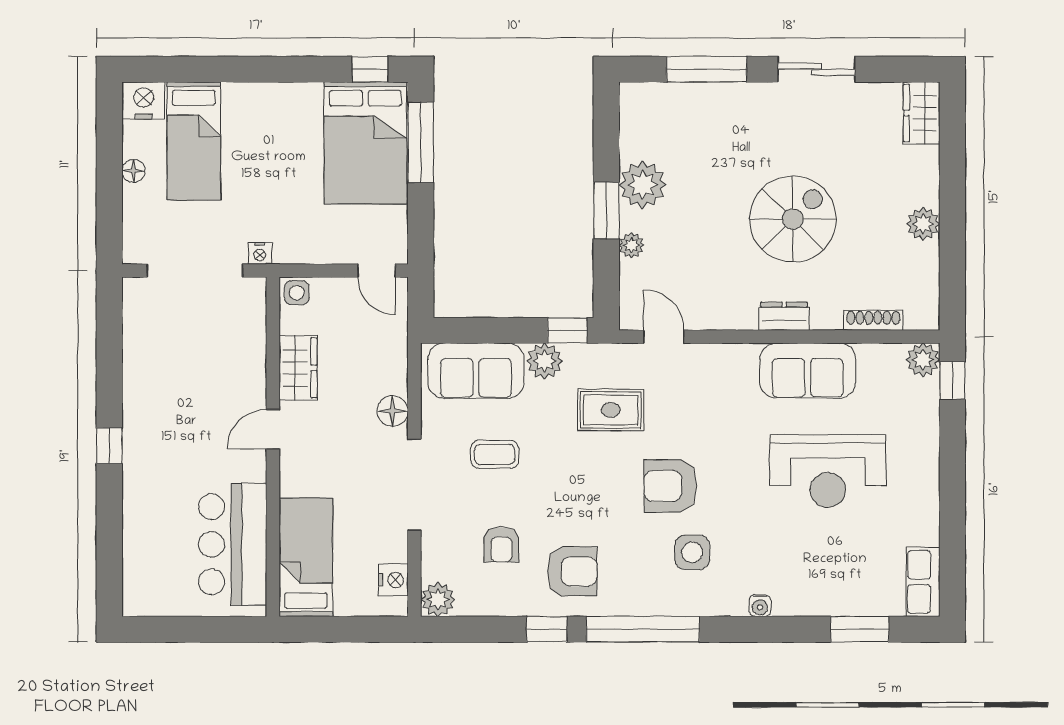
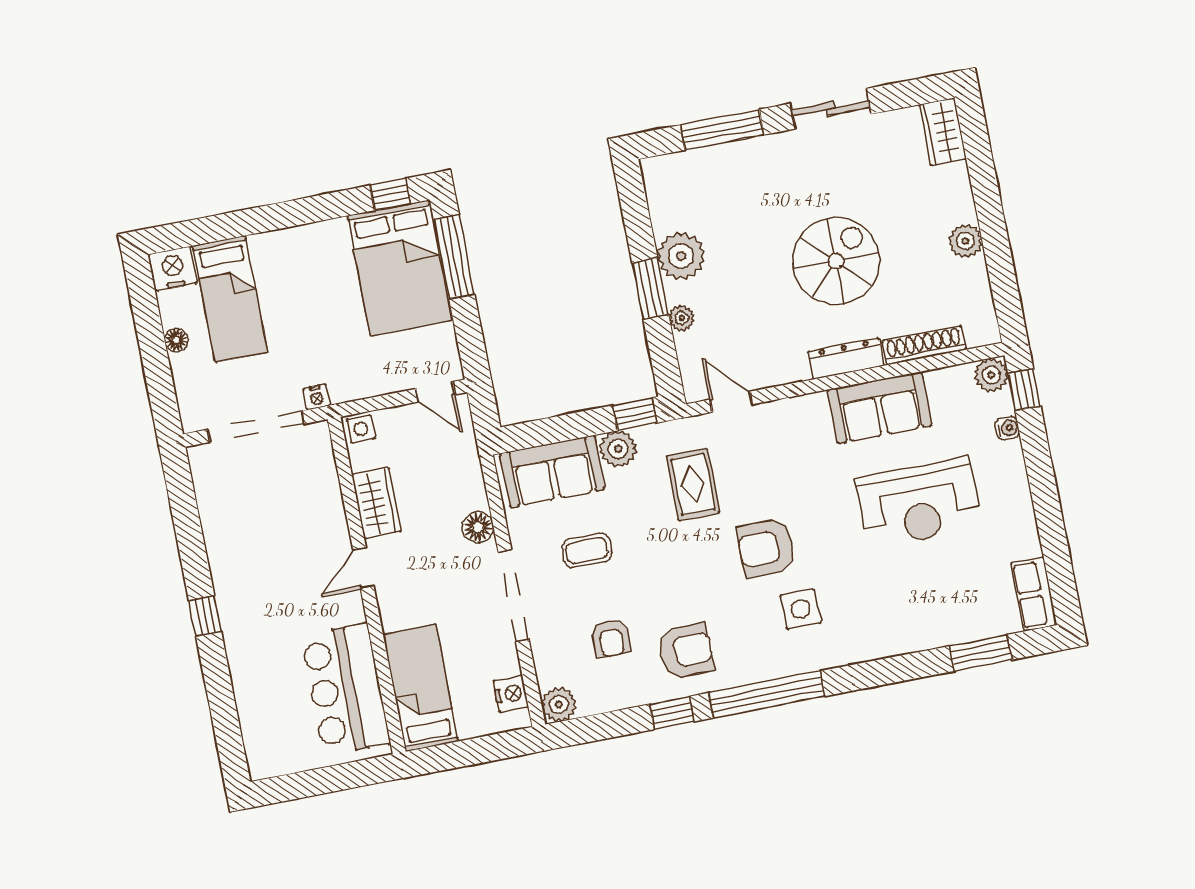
dresser: (784, 316) -> (846, 359), width x1.44
shoe rack: (873, 320) -> (924, 345), width x1.36, depth x1.24
rug: (611, 410) -> (693, 484), turned 90
water cooler: (760, 606) -> (1008, 428), moved, turned -90

